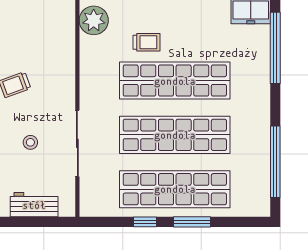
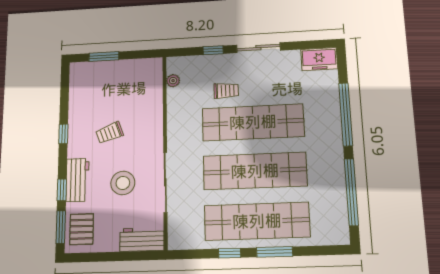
plant: (94, 20) -> (173, 81), width x0.53, depth x0.53
window: (275, 48) -> (346, 114), moved
stool: (30, 142) -> (123, 183), width x1.89, depth x1.89
workbench: (34, 205) -> (142, 239), moved

